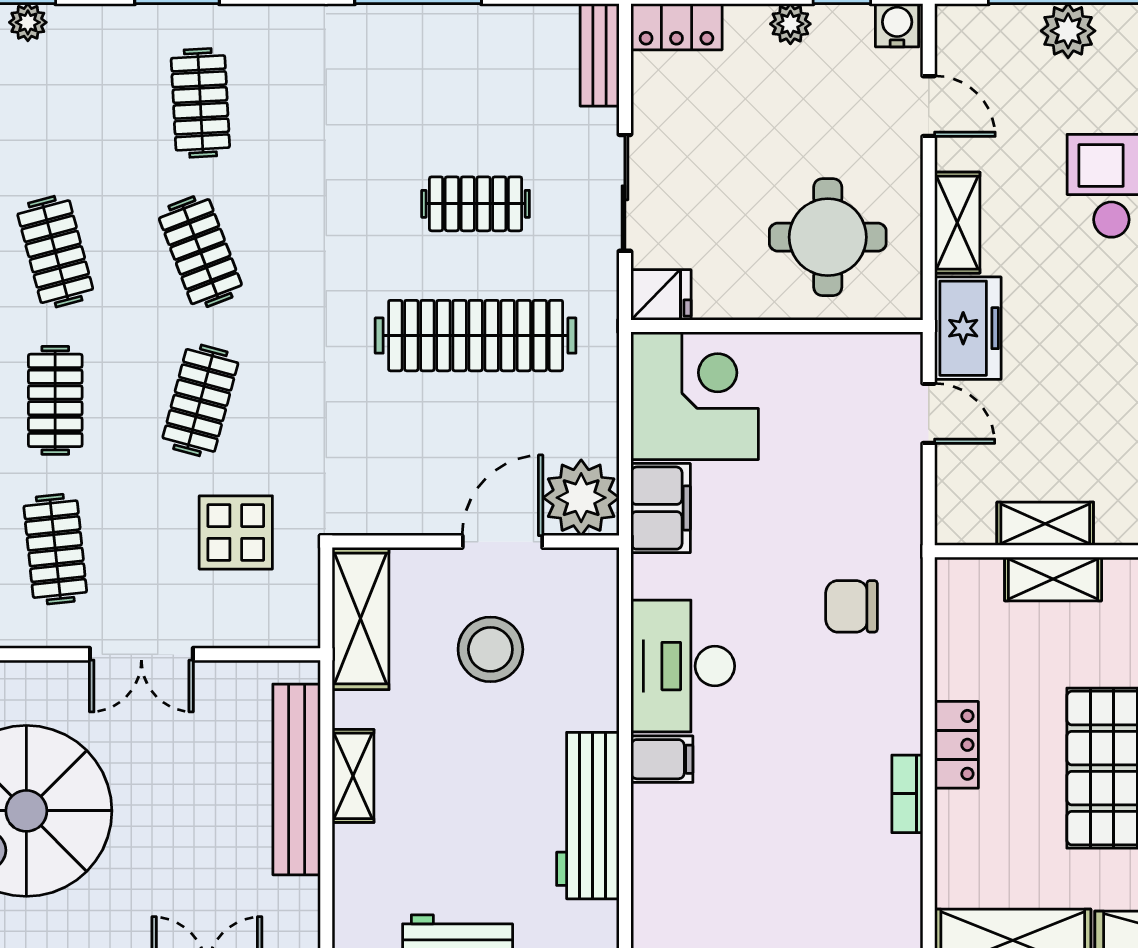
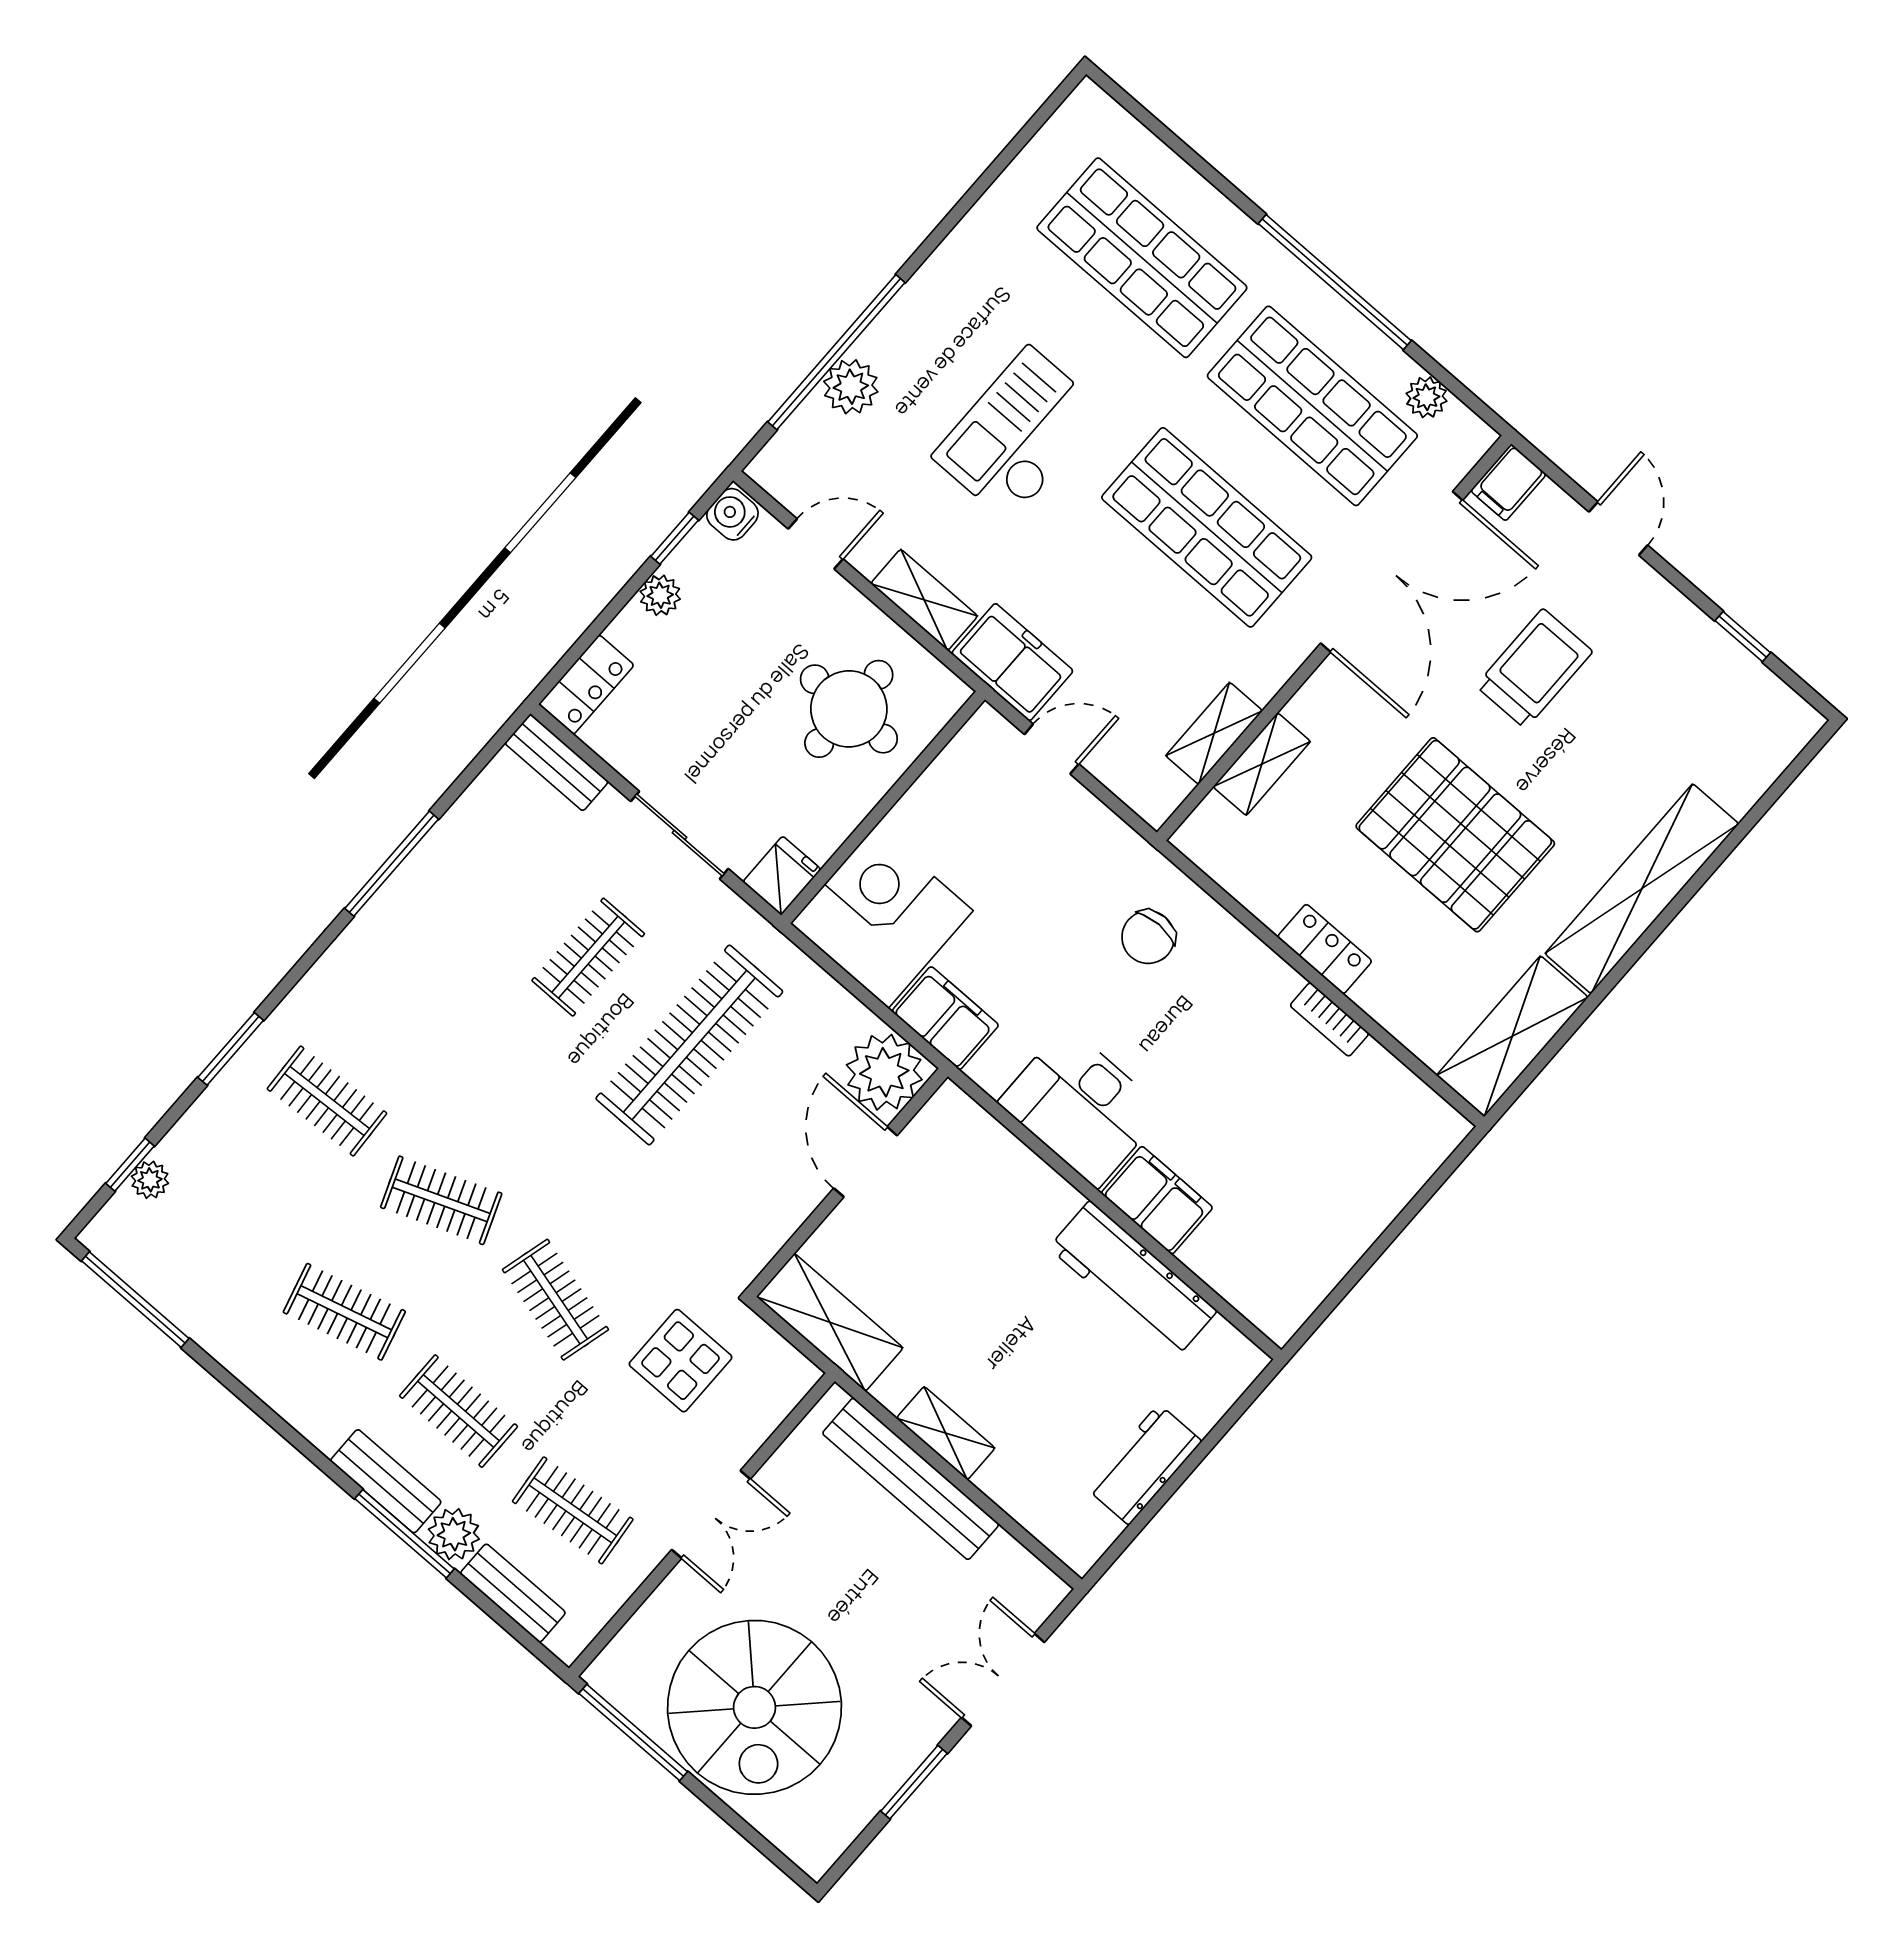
stool: (490, 649) -> (940, 1243), removed
filing cabinet: (662, 759) -> (1157, 1200), width x2.00

